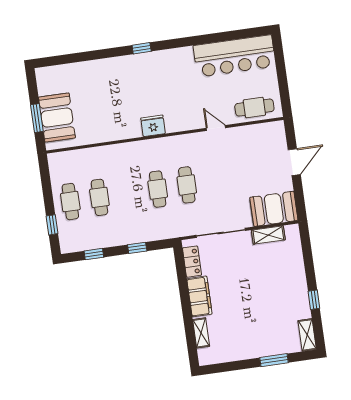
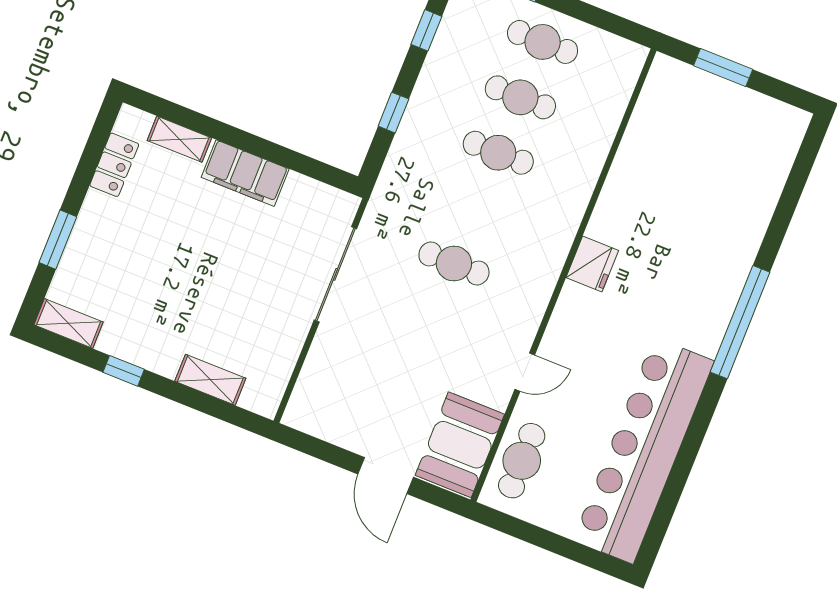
window: (142, 48) -> (740, 322), width x3.17
bar counter: (234, 56) -> (643, 451), width x1.36
booth: (57, 118) -> (704, 103), removed
cafe table: (158, 189) -> (498, 153), moved
booth: (274, 209) -> (460, 445), moved
shelving: (268, 235) -> (210, 380), moved, turned 90
locker: (192, 262) -> (114, 165), moved, turned -90

